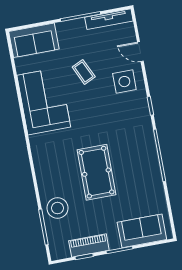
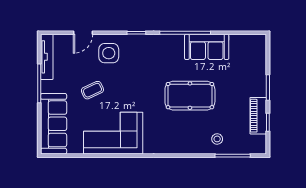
sofa: (34, 40) -> (54, 124), width x1.36
stool: (57, 208) -> (217, 139), width x0.53, depth x0.53
sofa: (142, 231) -> (207, 47), moved, turned -90

